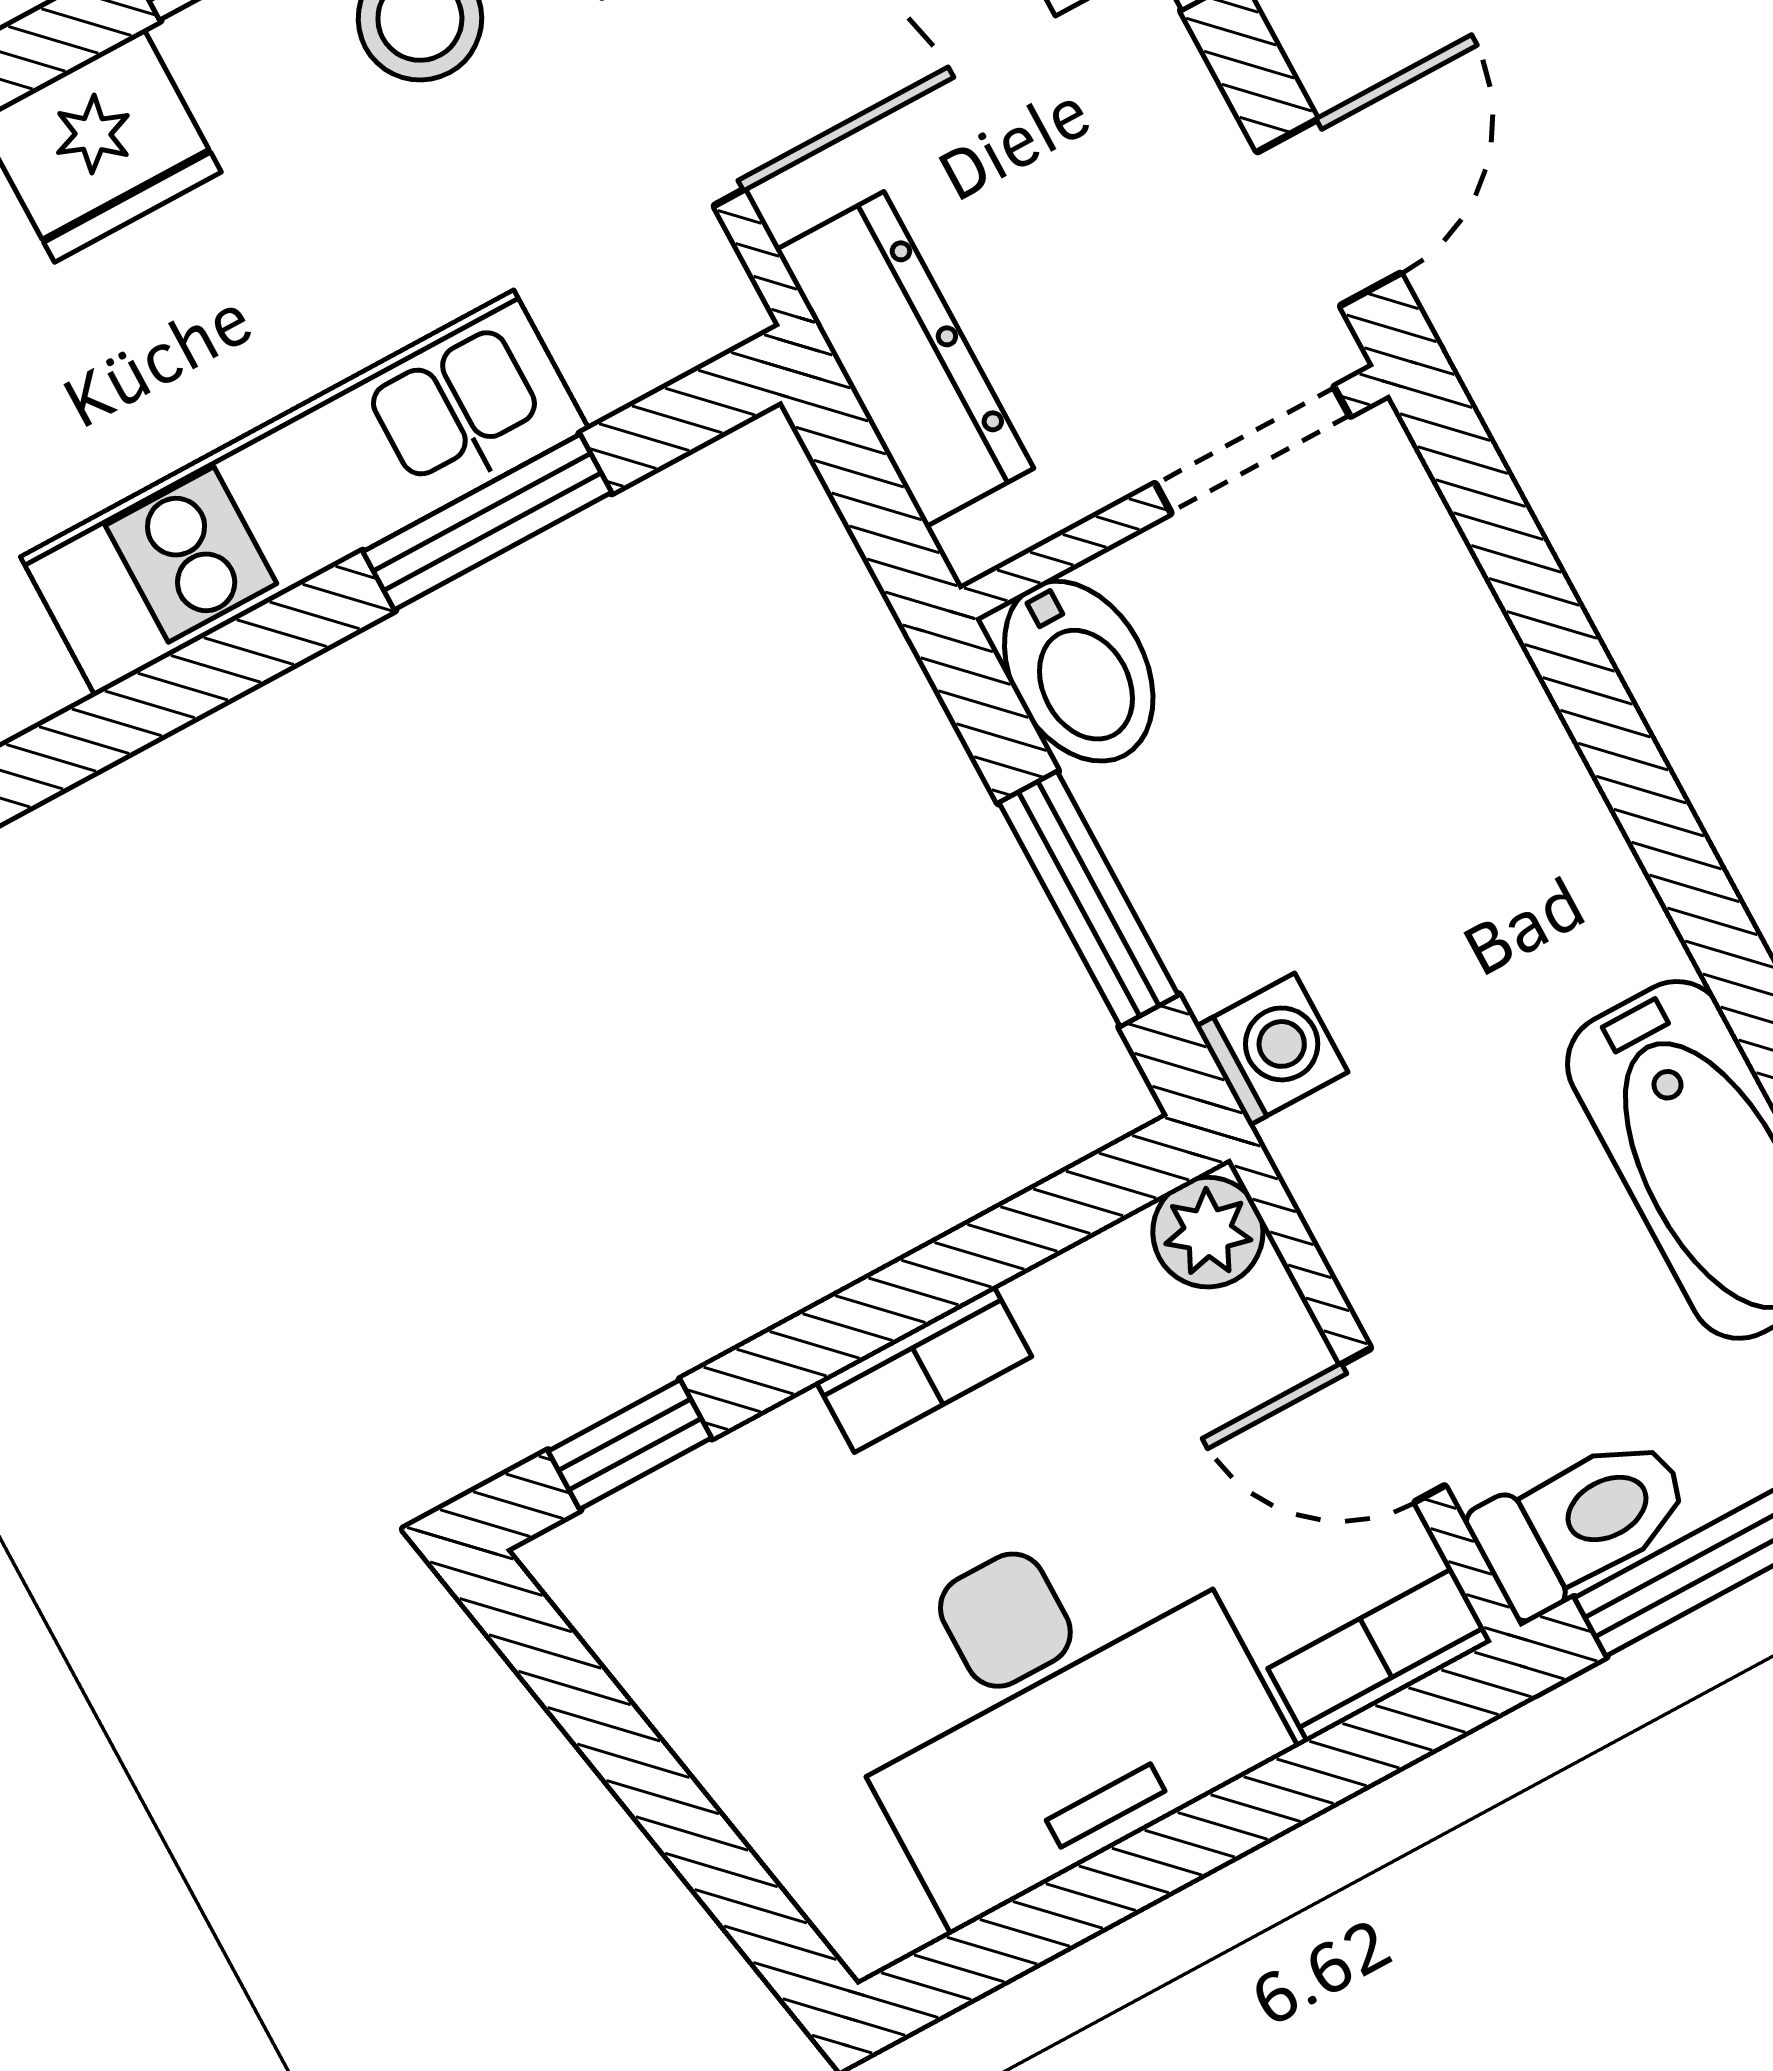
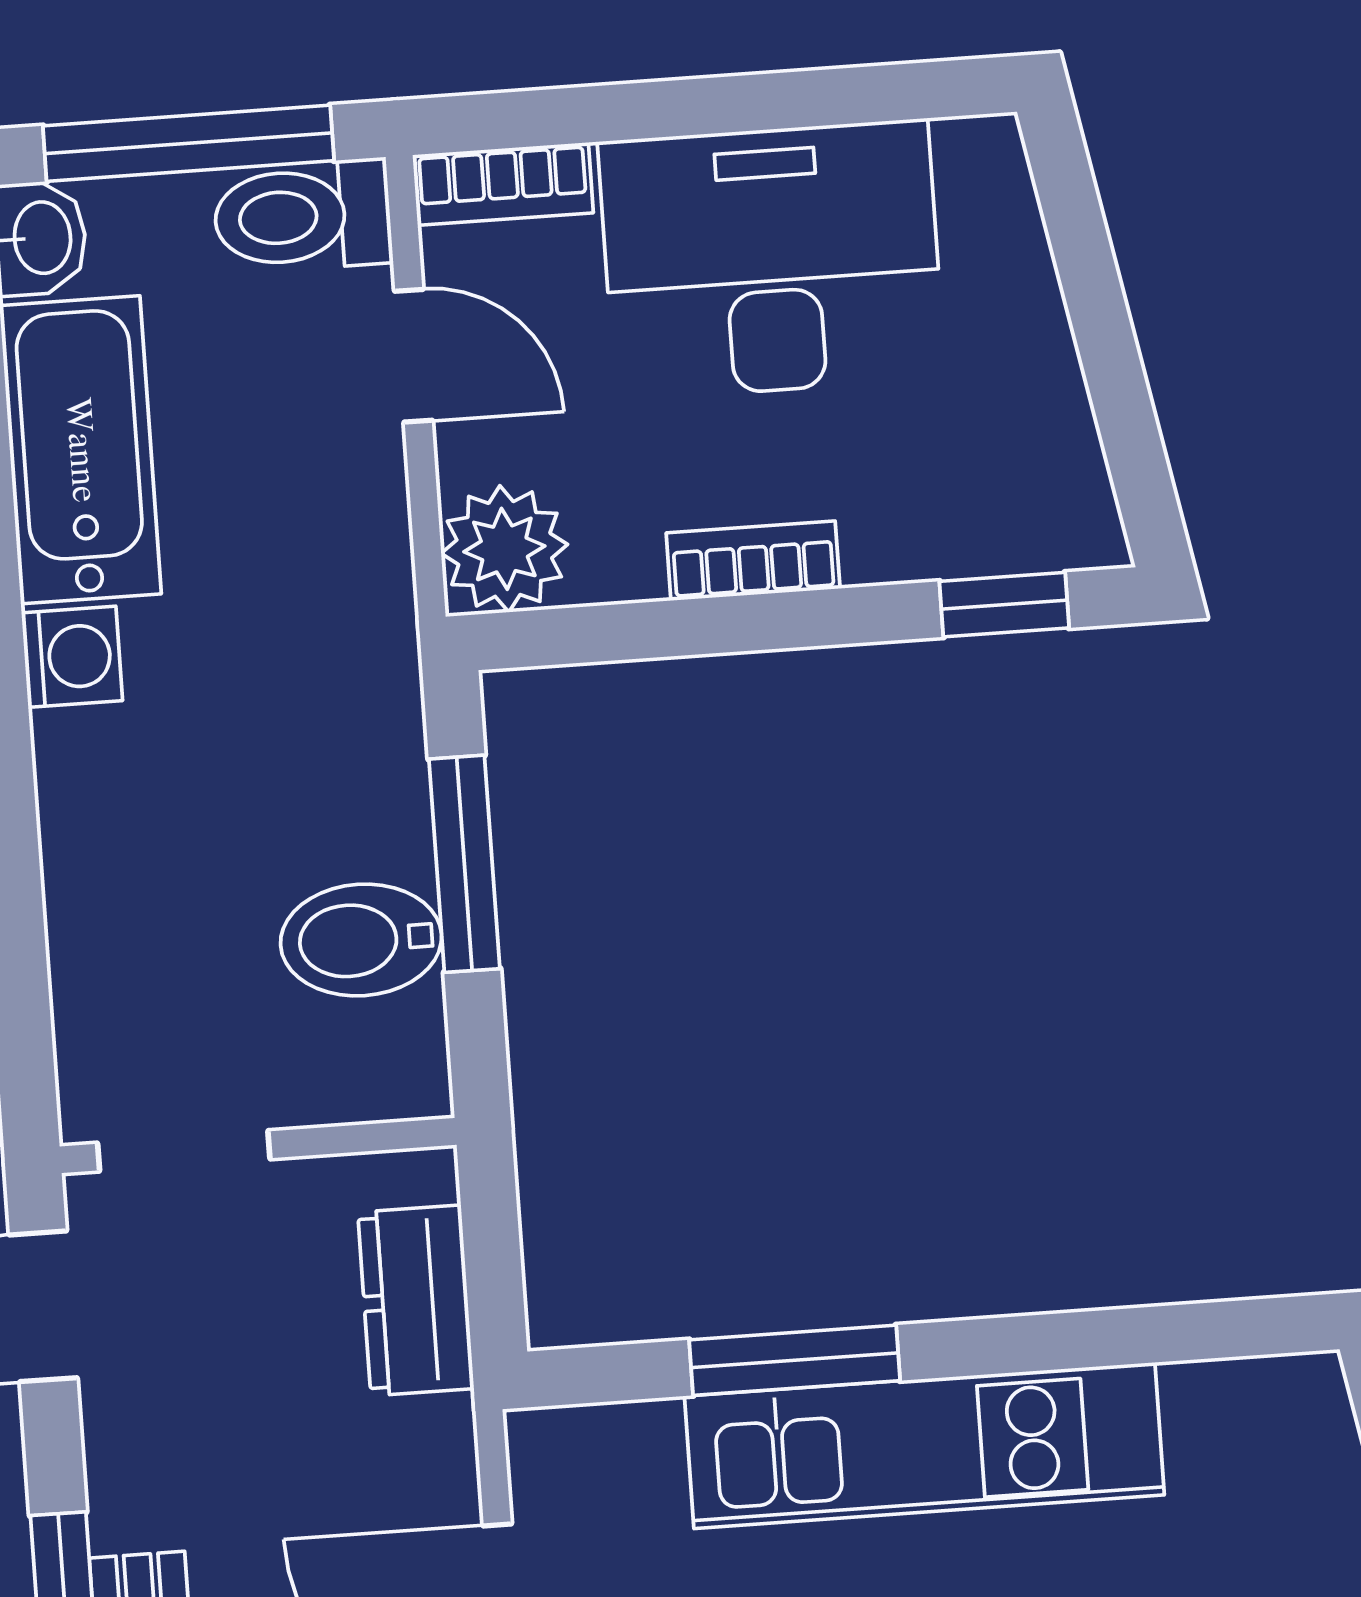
dresser: (905, 359) -> (416, 1300), width x0.70
bidet: (1079, 671) -> (361, 940), moved, turned -90
washing machine: (1272, 1049) -> (72, 657), moved, turned 180
plant: (1208, 1232) -> (504, 549), width x1.38, depth x1.38

